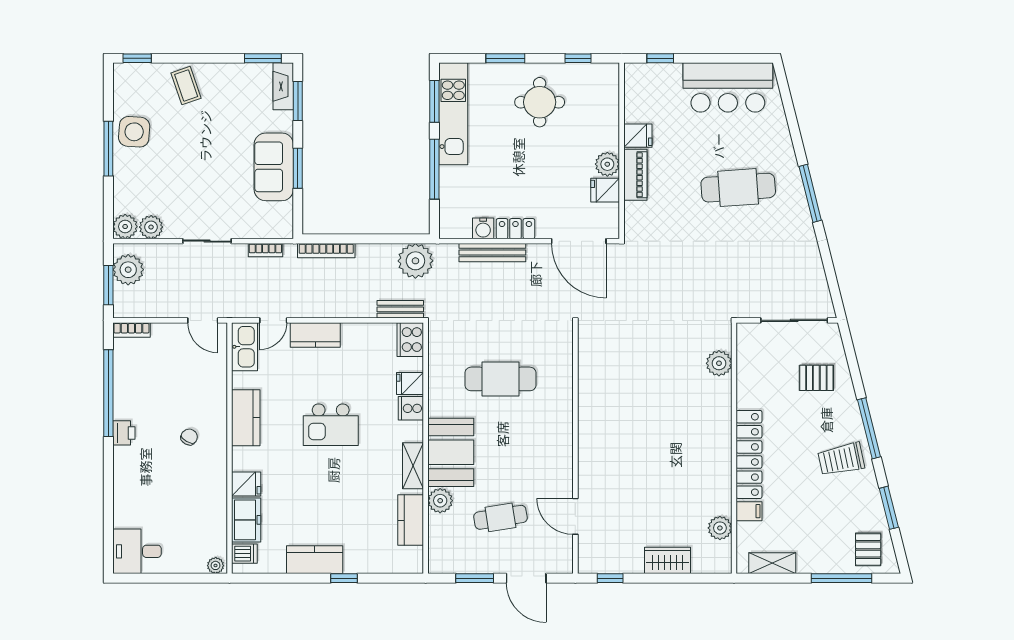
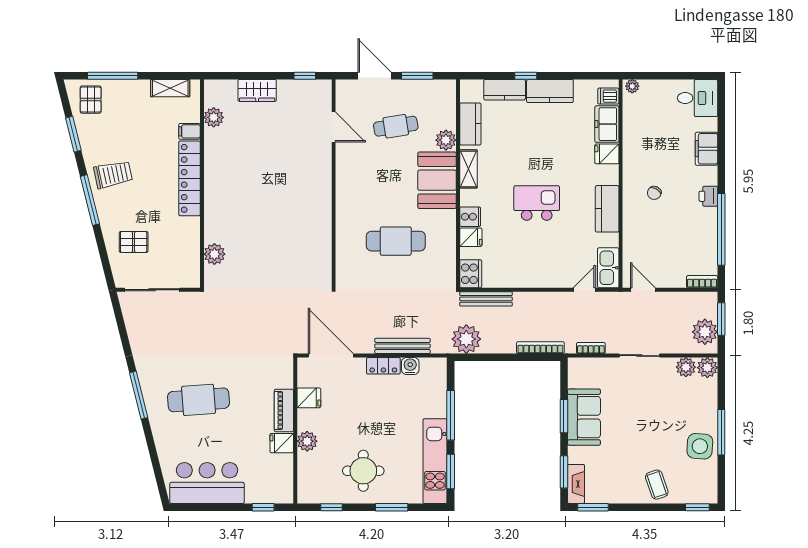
plant: (607, 164) -> (307, 441), moved
bench: (400, 309) -> (486, 299), width x1.36
kitchen counter: (315, 335) -> (505, 90), moved, turned 180
filing cabinet: (126, 490) -> (706, 149), added

